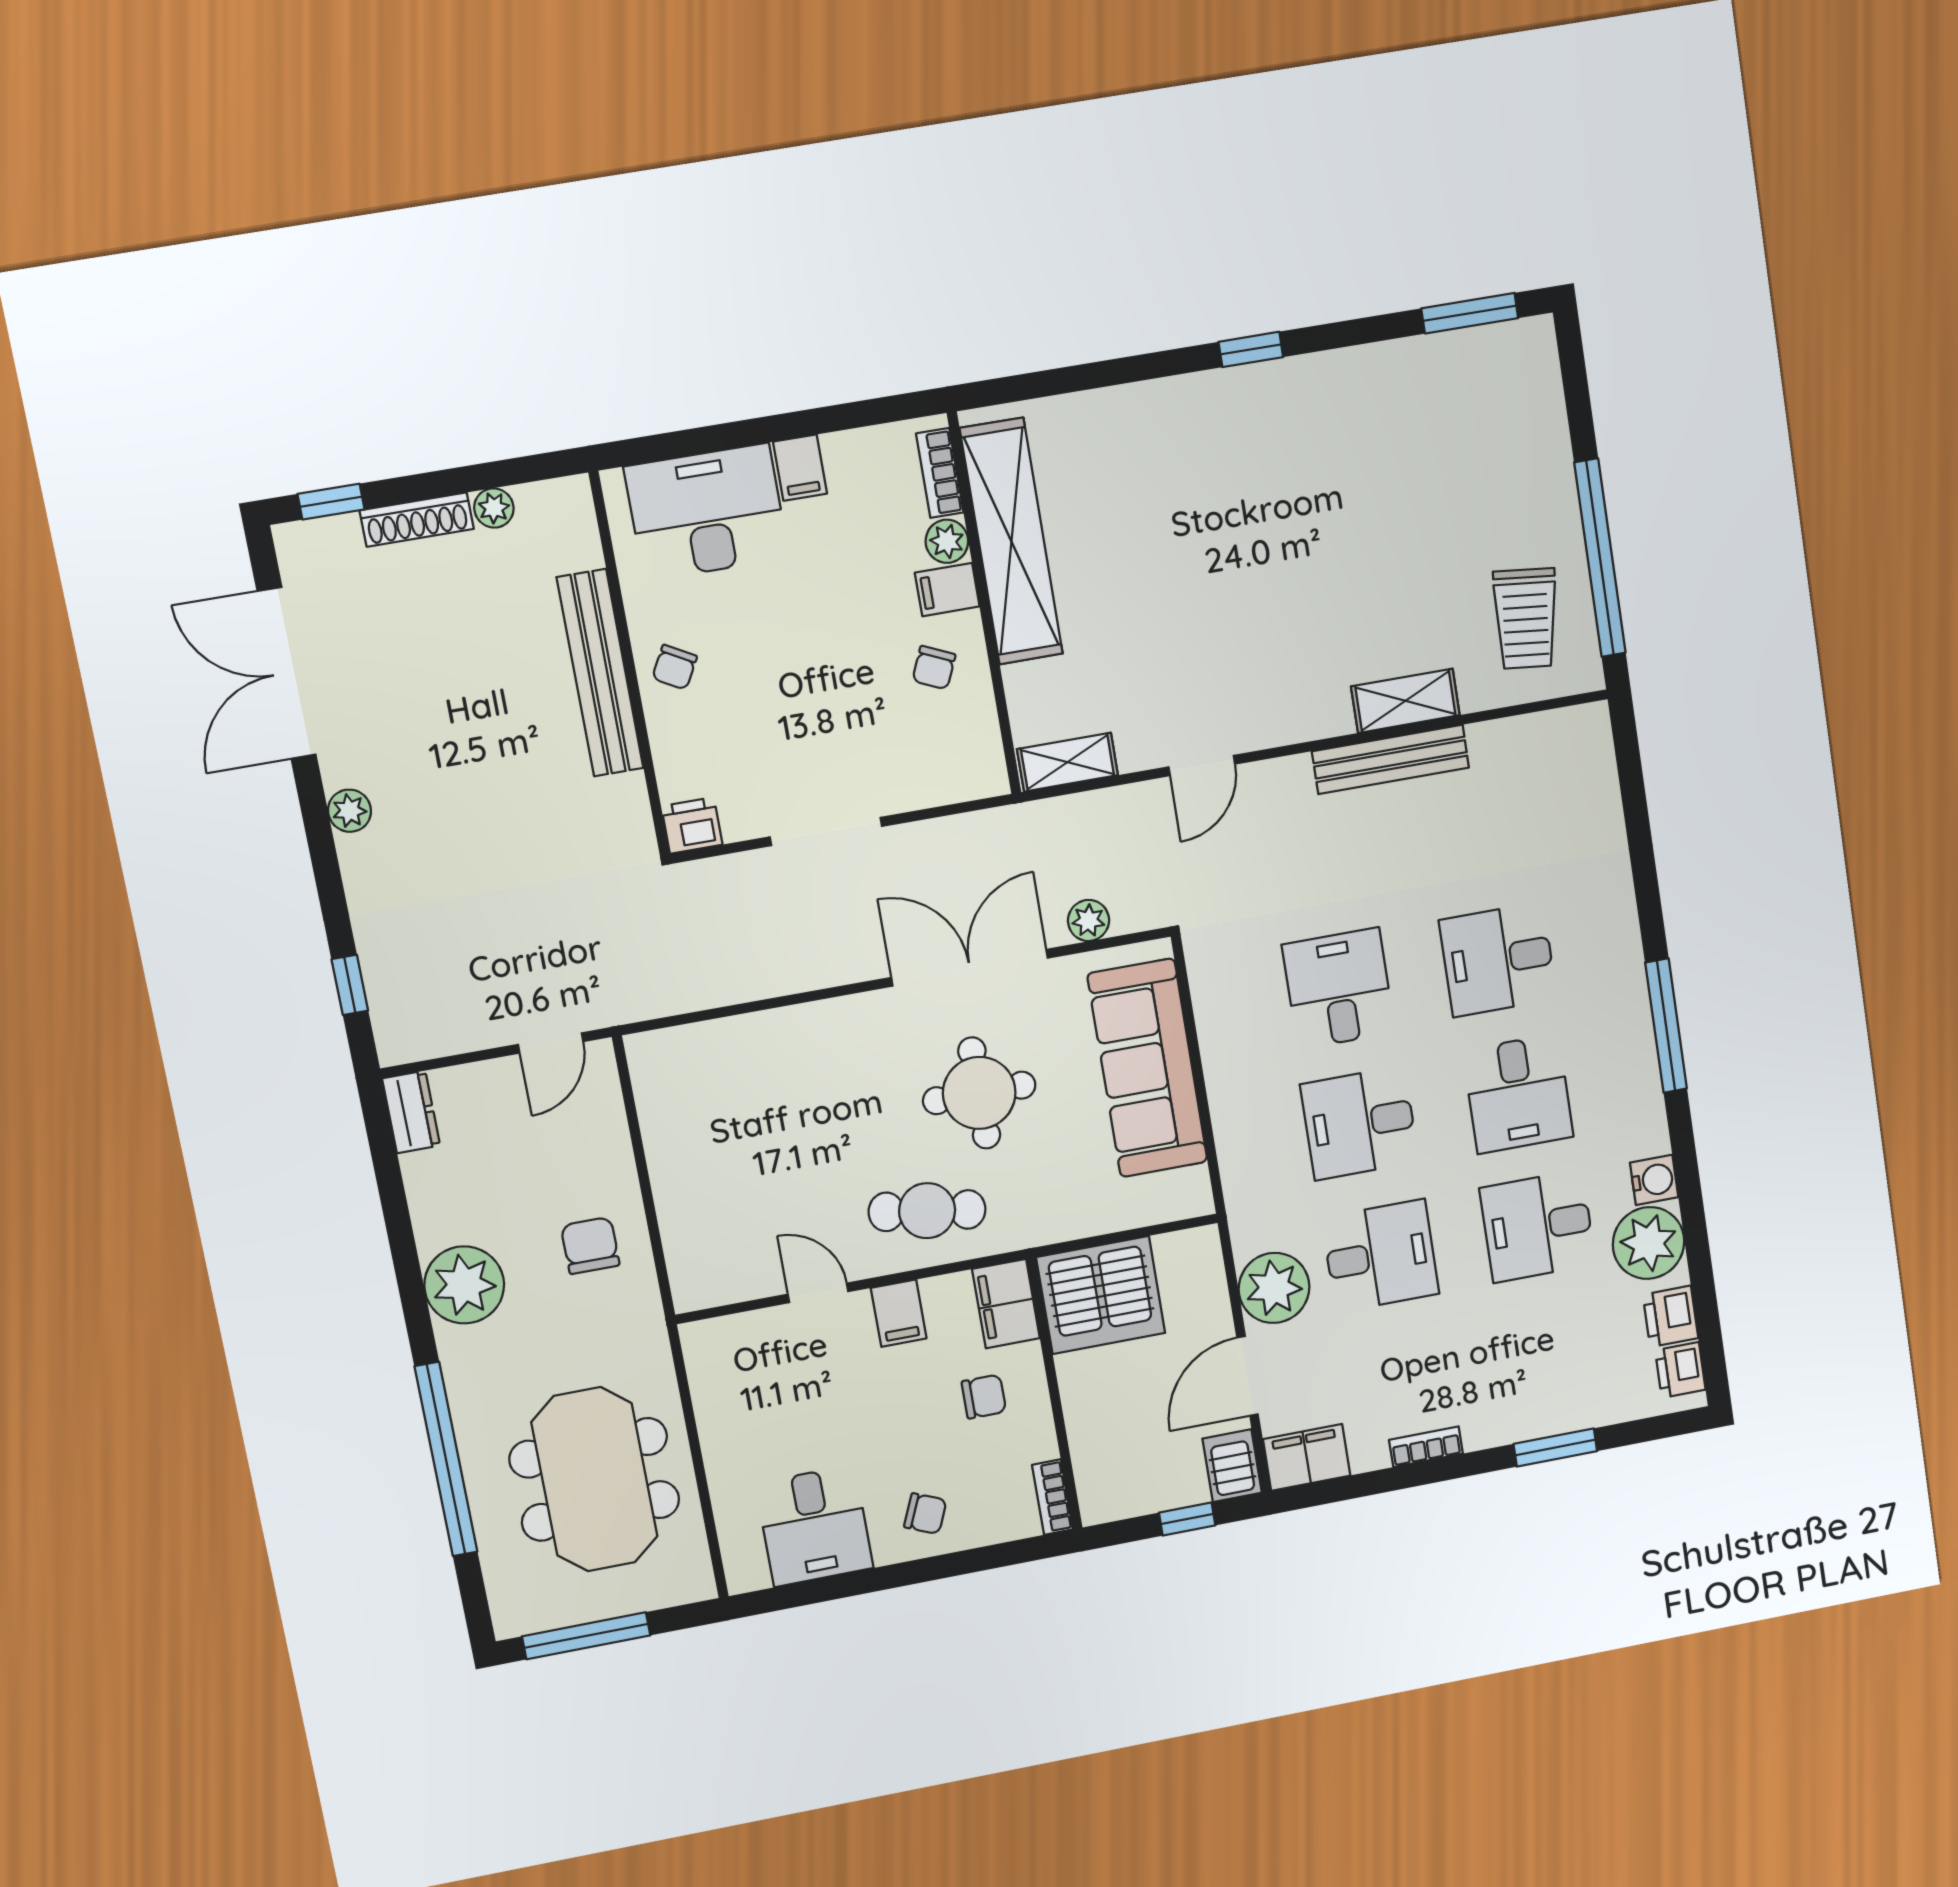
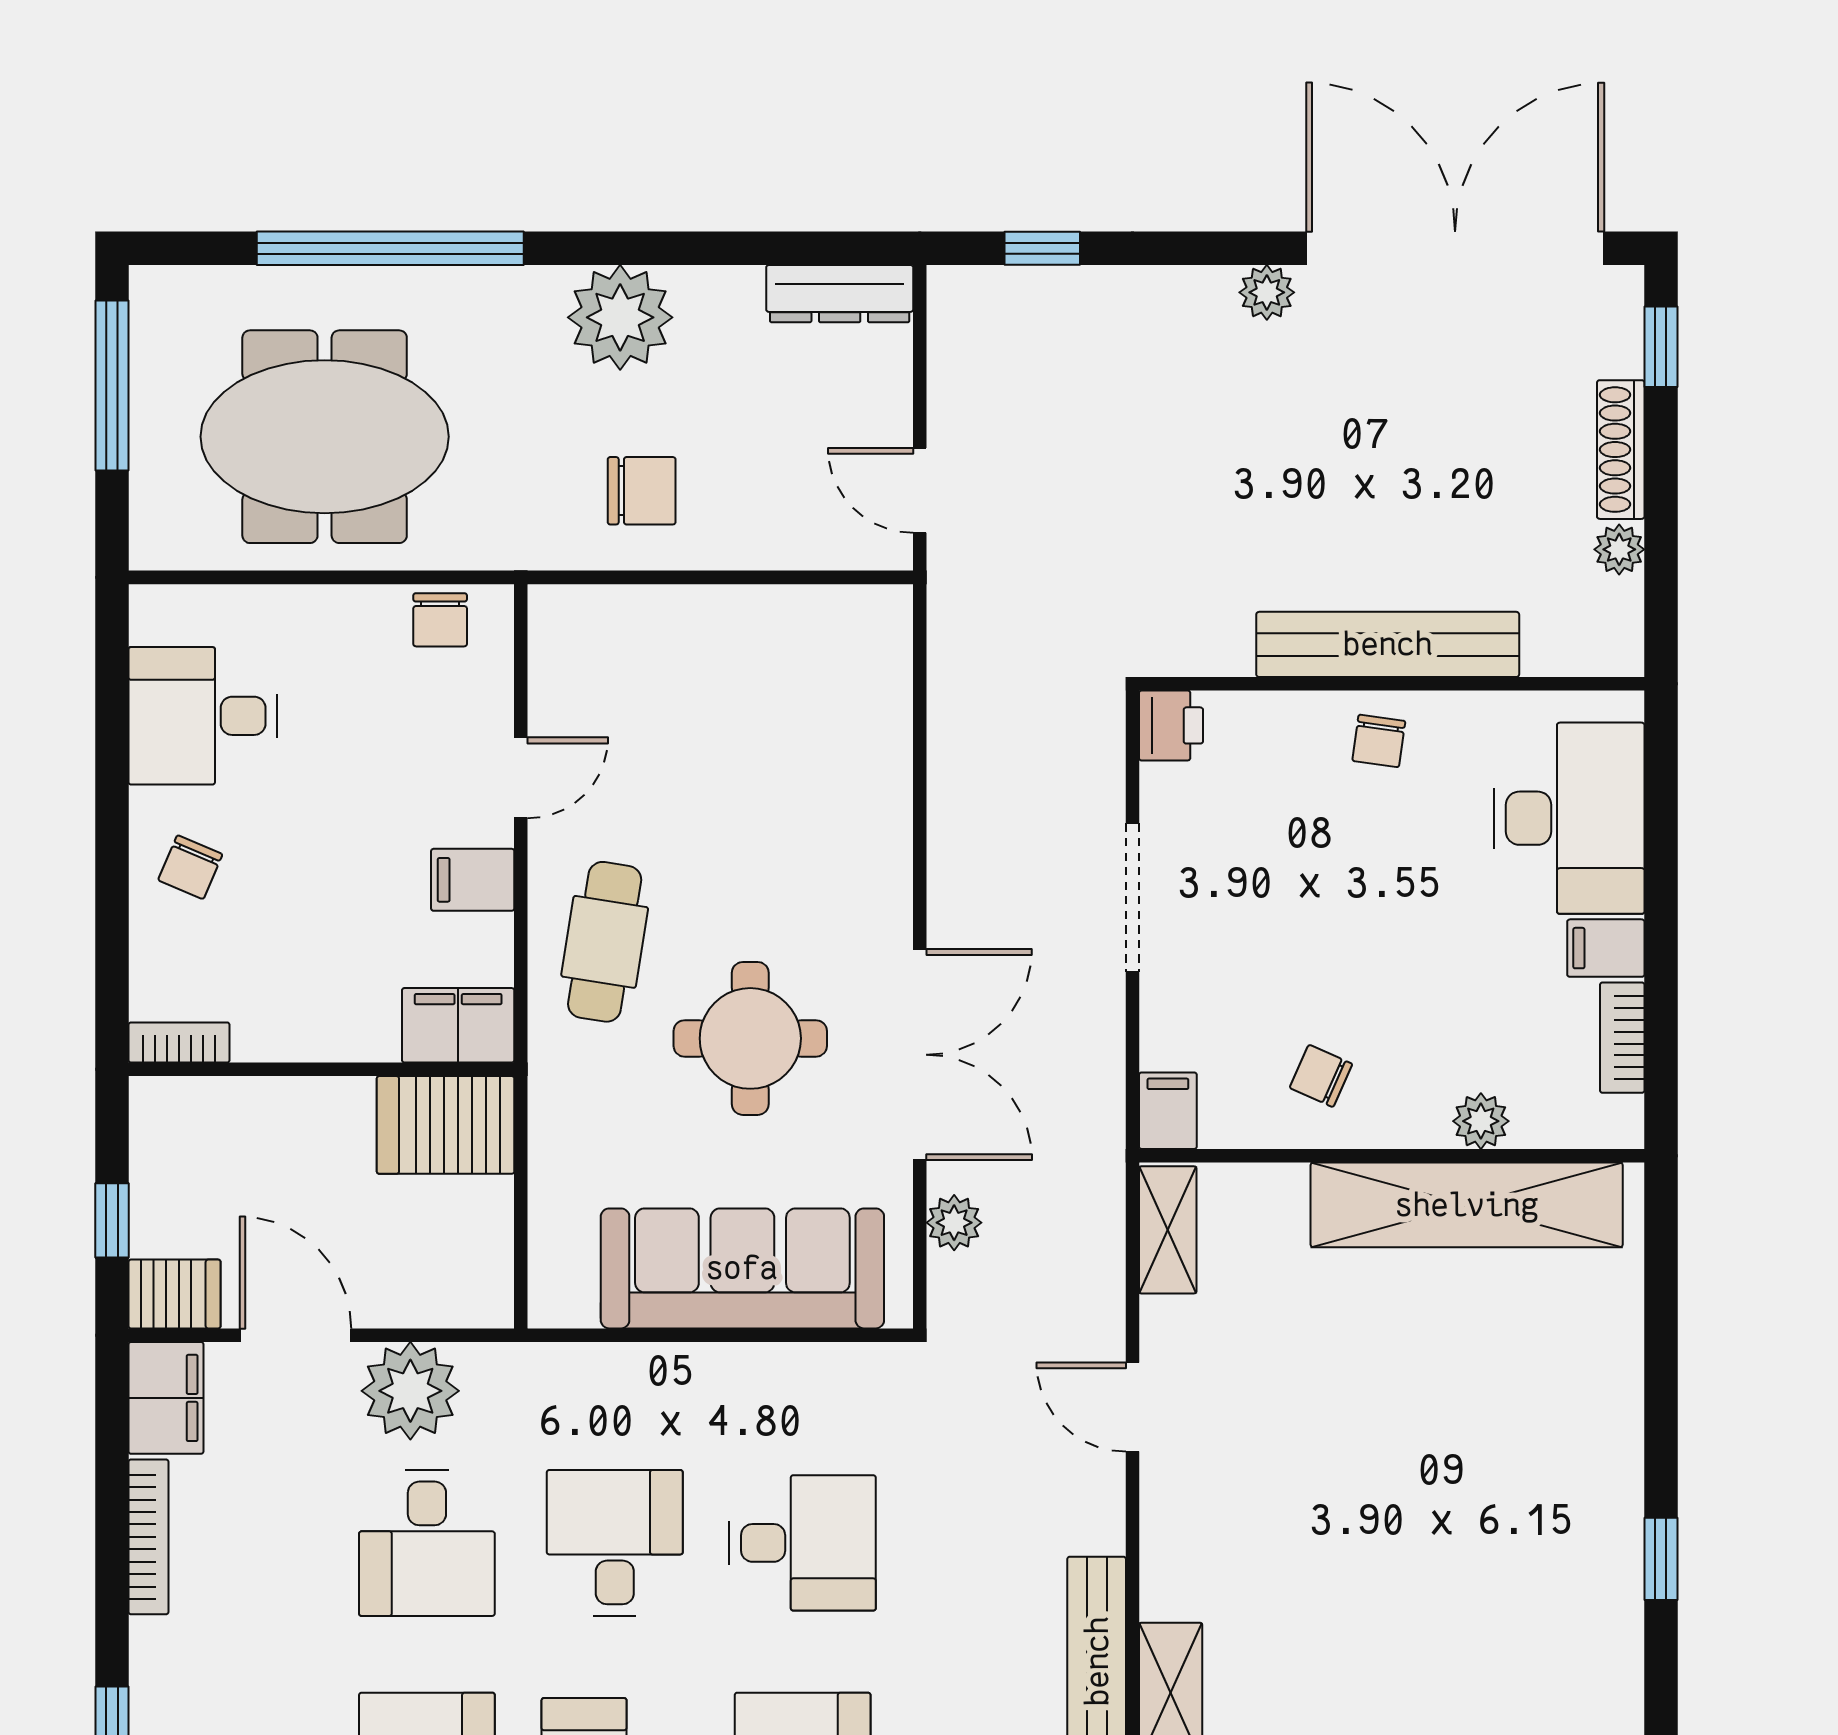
bookcase: (940, 473) -> (1622, 1038), moved, turned -90
filing cabinet: (947, 590) -> (1168, 1111), moved
chair: (675, 667) -> (1379, 741), turned -111
double door: (287, 673) -> (1455, 248), width x1.36
dresser: (411, 1112) -> (840, 294), width x1.44
server rack: (1101, 1295) -> (446, 1125), width x0.62
chair: (984, 1397) -> (440, 620), moved
bookcase: (1426, 1447) -> (148, 1537), width x1.56

